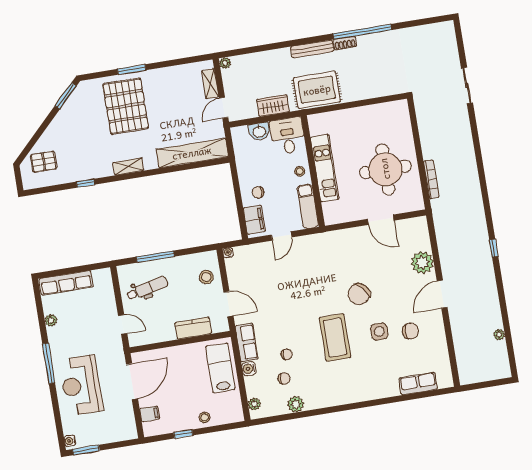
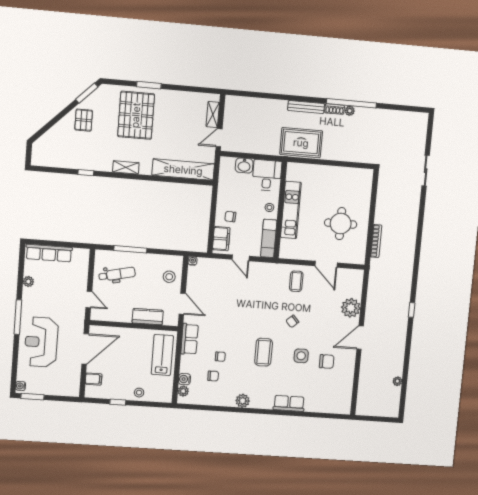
plant: (225, 63) -> (350, 111), moved
wardrobe: (273, 106) -> (261, 147), removed
pallet: (44, 162) -> (84, 120), moved, turned 90
round table: (385, 169) -> (341, 224), width x0.73, depth x0.73
door: (282, 236) -> (241, 258), hinge flipped
coffee table: (352, 247) -> (296, 281), added
chair: (359, 294) -> (292, 321), width x0.54, depth x0.54
coffee table: (335, 337) -> (264, 352), width x0.73, depth x0.76
water cooler: (249, 369) -> (184, 379), moved
row of seats: (418, 384) -> (289, 403), moved
plant: (296, 404) -> (243, 401), moved

